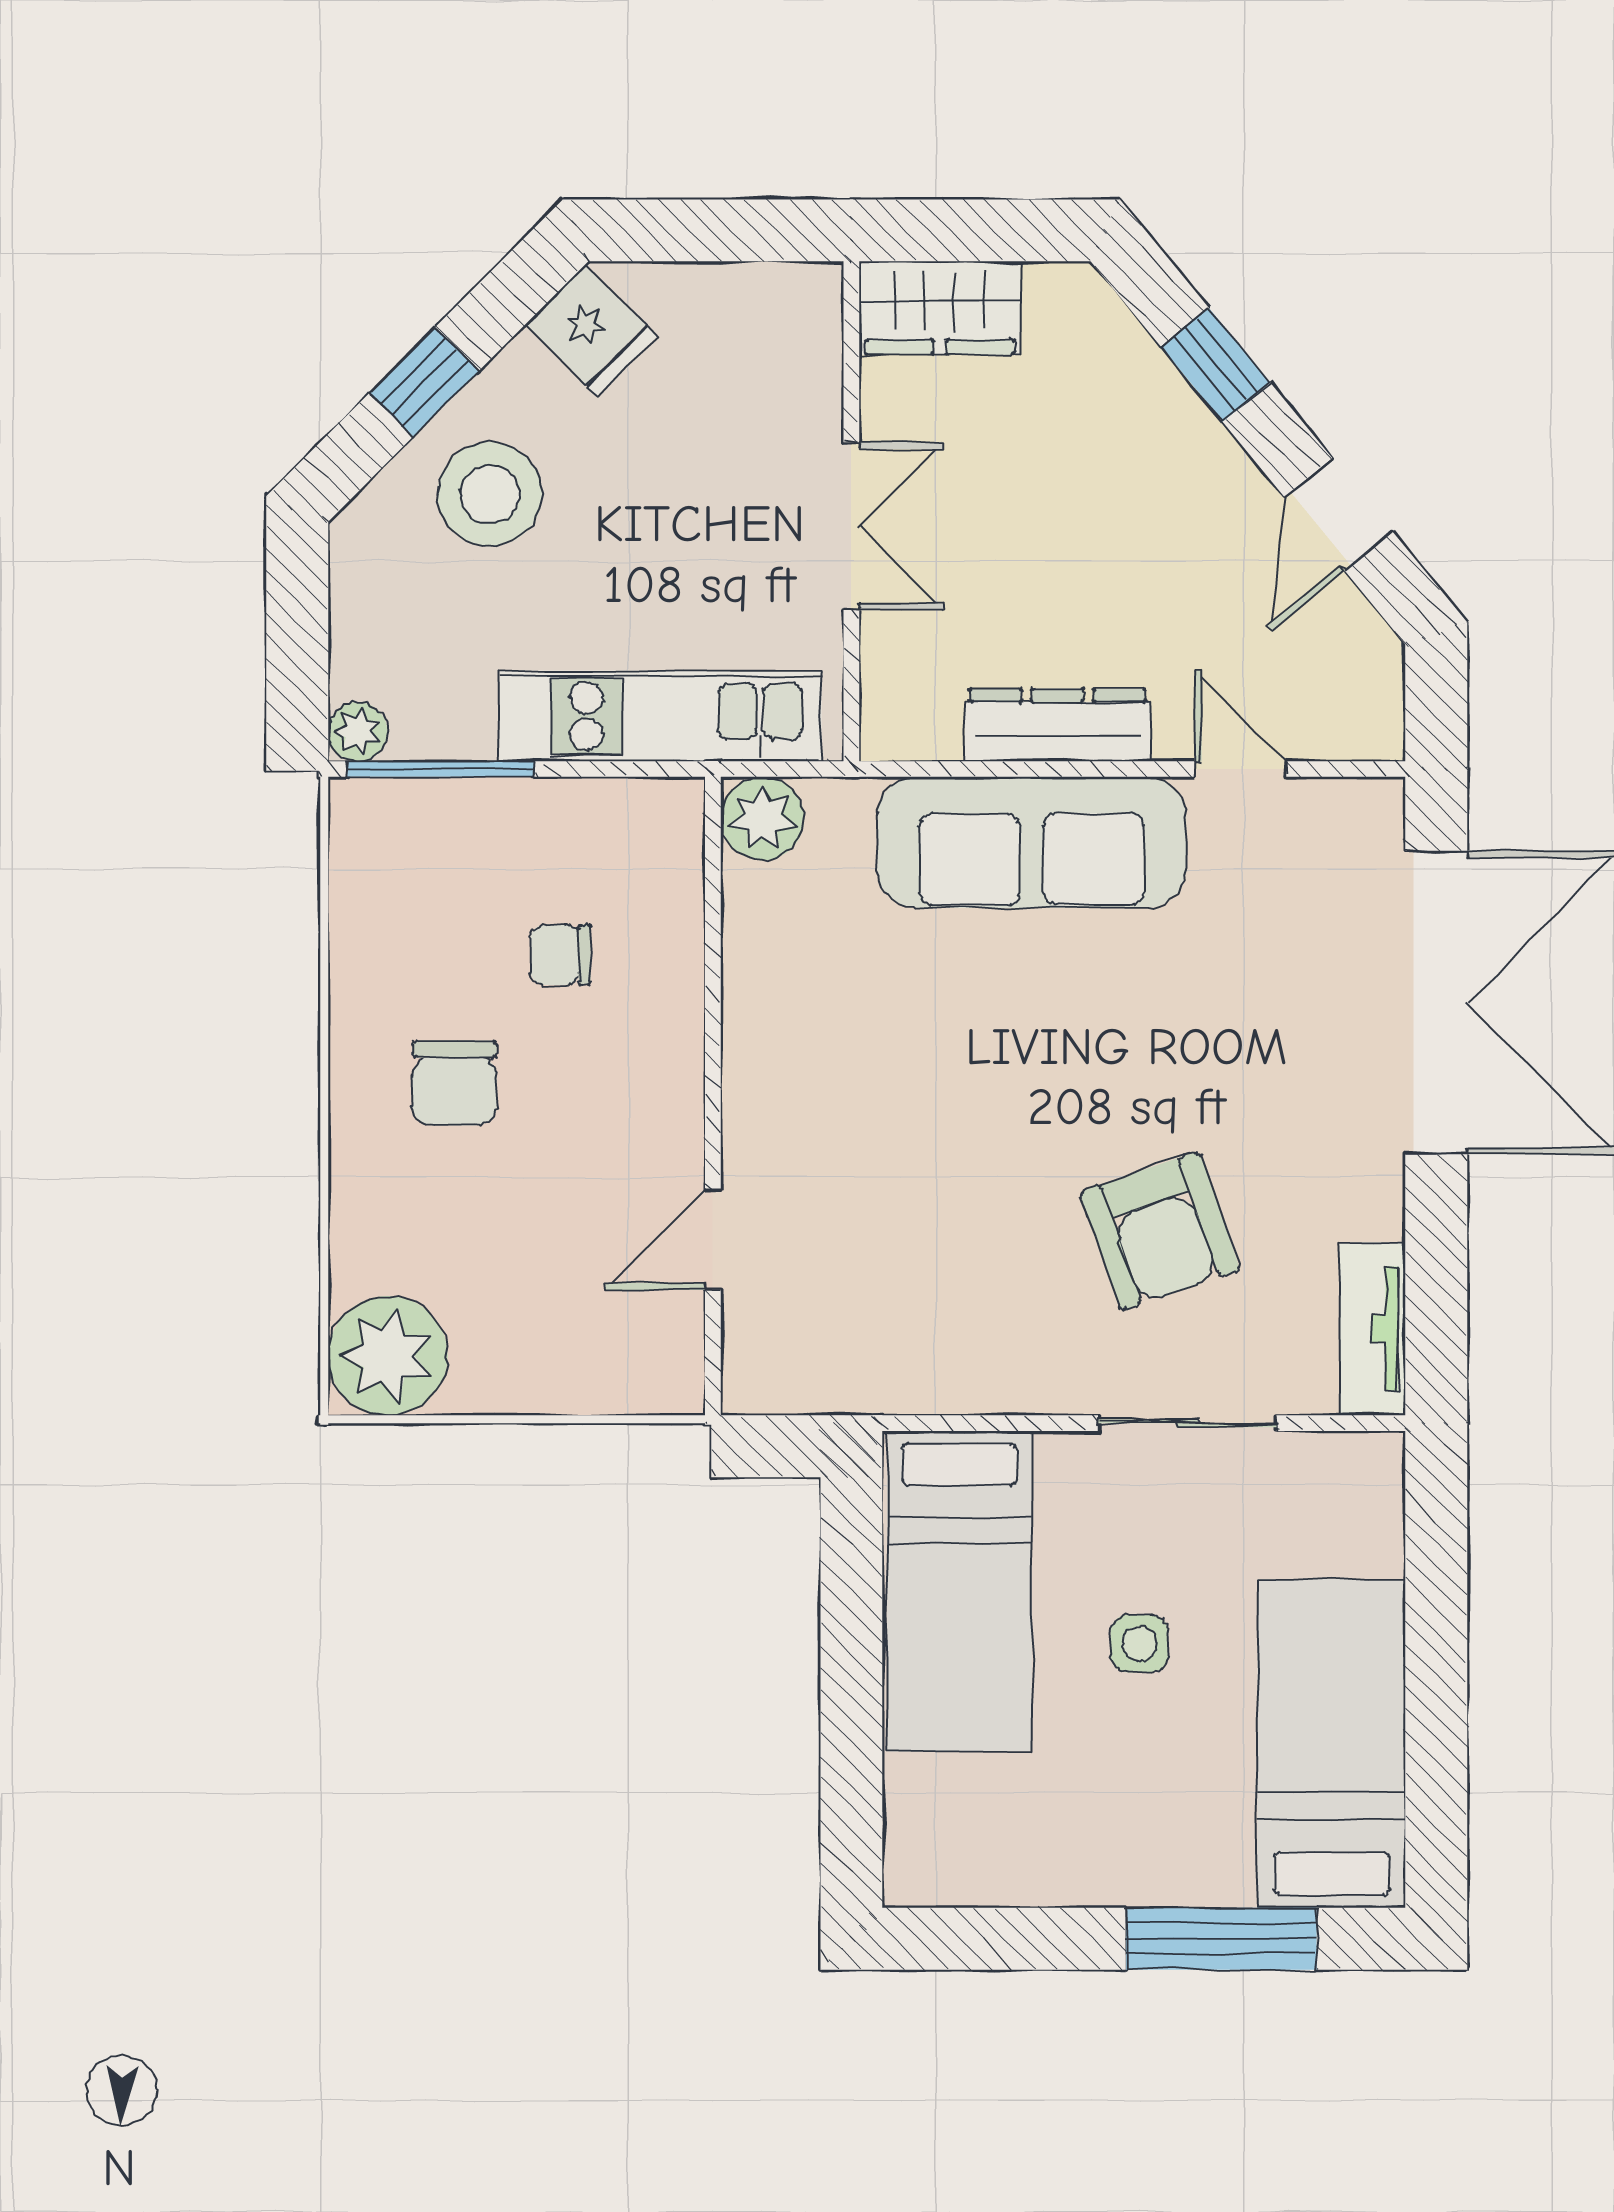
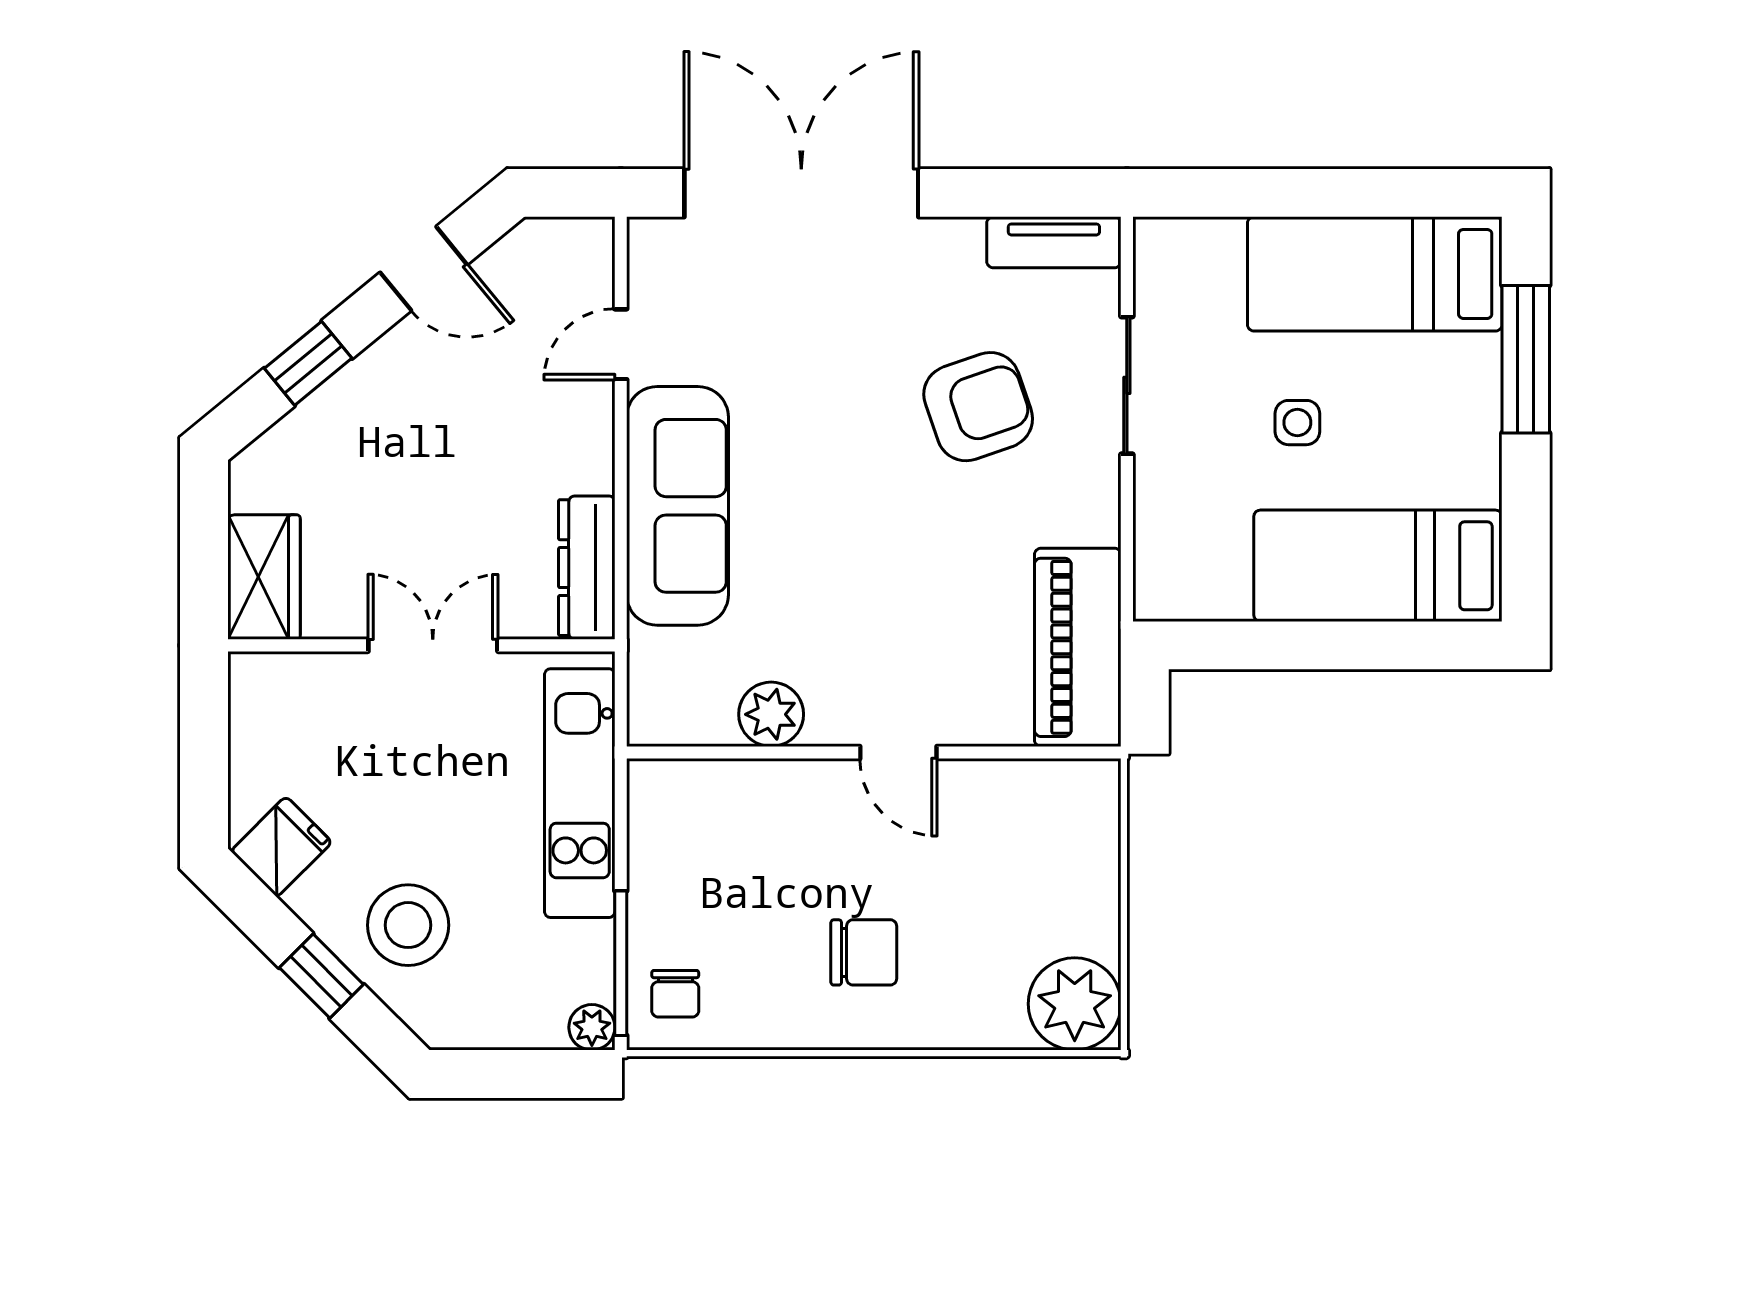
dresser: (1058, 725) -> (587, 568), moved
plant: (762, 819) -> (771, 714), moved
chair: (561, 955) -> (675, 994), moved
door: (713, 1240) -> (898, 753), moved
piano: (849, 1360) -> (1078, 647), added
bed: (959, 1591) -> (1378, 566), moved, turned 180

